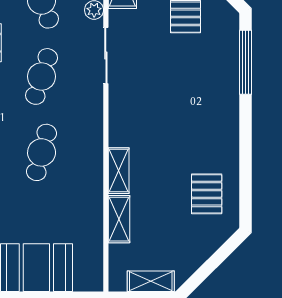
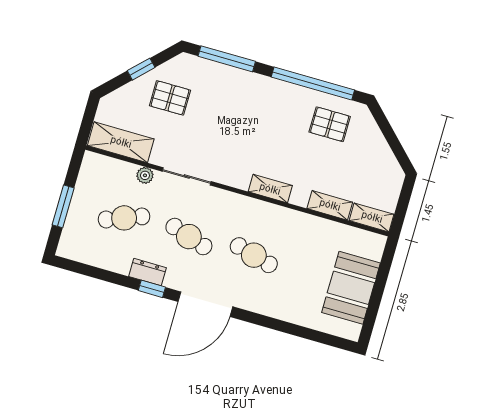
window: (245, 163) -> (313, 83), added
shelving: (119, 171) -> (270, 189), moved
shelving: (151, 281) -> (372, 217), moved, turned 90

